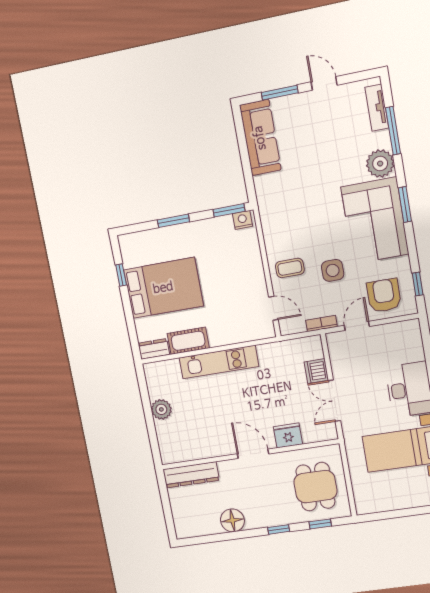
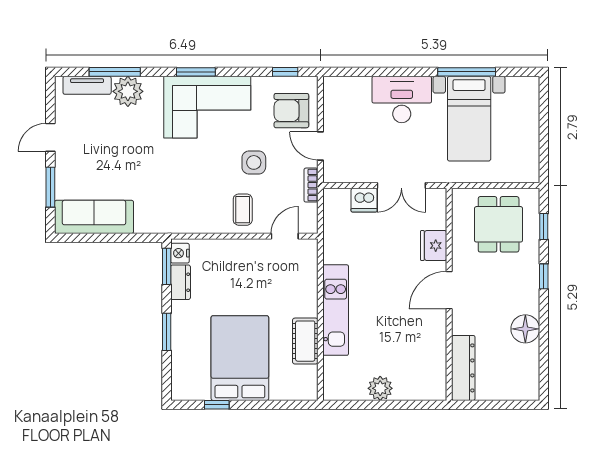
plant: (380, 164) -> (128, 91), moved
dresser: (154, 349) -> (181, 282), moved, turned 180
dining table: (315, 487) -> (499, 224), turned 90

